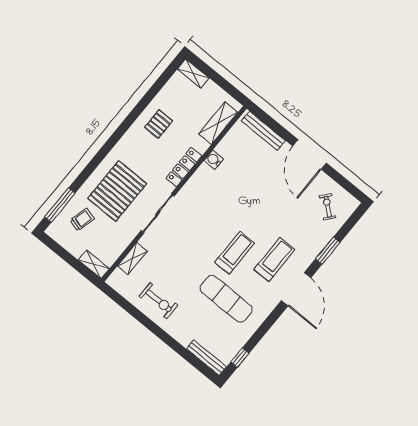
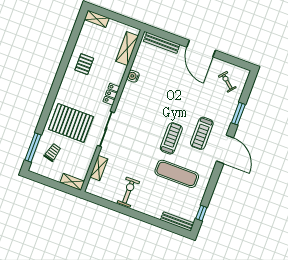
locker: (184, 167) -> (111, 94), width x0.66
pallet: (117, 191) -> (71, 123), turned 90
treadmill: (274, 259) -> (202, 133), turned 180
exercise bike: (159, 301) -> (128, 192), turned -90

